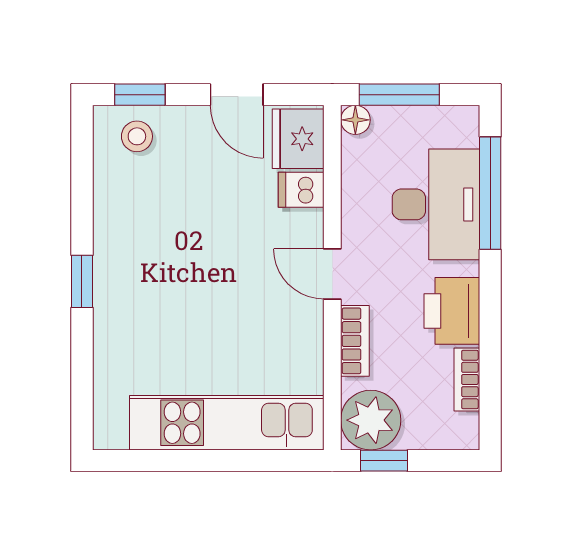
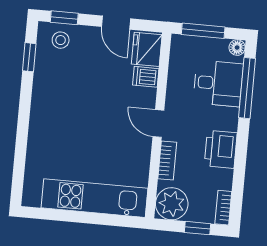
floor lamp: (355, 120) -> (237, 48), moved
desk: (436, 204) -> (218, 83), width x0.73
window: (82, 281) -> (29, 57), moved
bookcase: (467, 380) -> (223, 208), moved
window: (384, 461) -> (197, 228), moved

